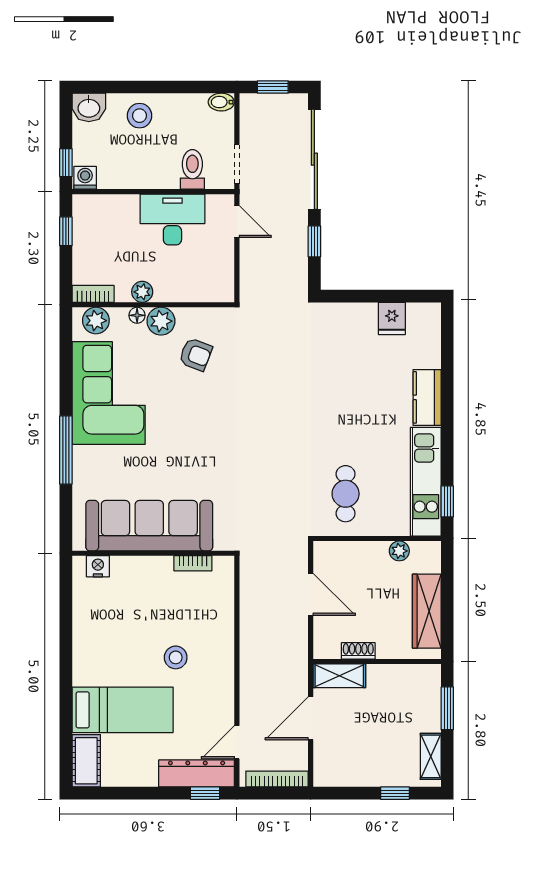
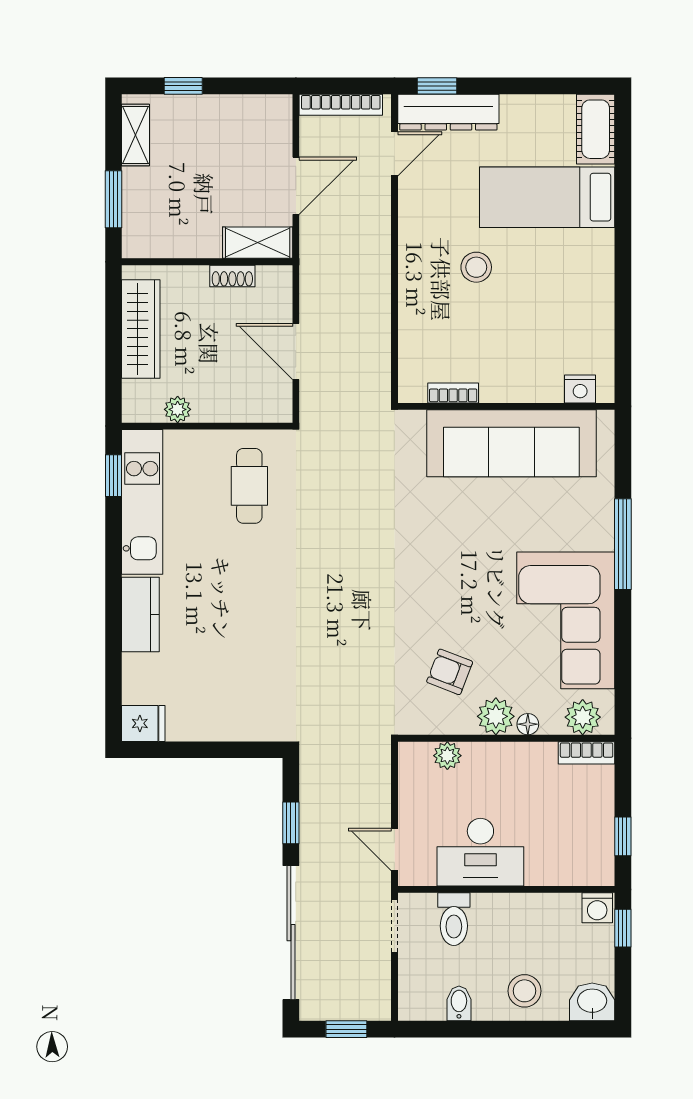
bidet: (221, 102) -> (459, 1003), moved, turned -90
plant: (142, 292) -> (447, 756), moved
fridge: (392, 318) -> (143, 723), moved, turned 90

